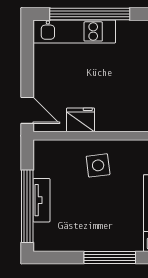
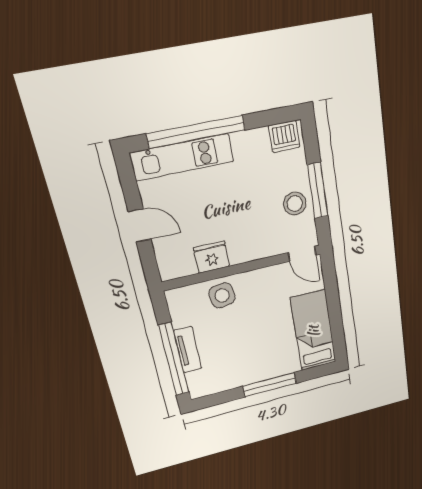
door: (27, 110) -> (140, 226), moved
side table: (98, 165) -> (222, 295), moved

